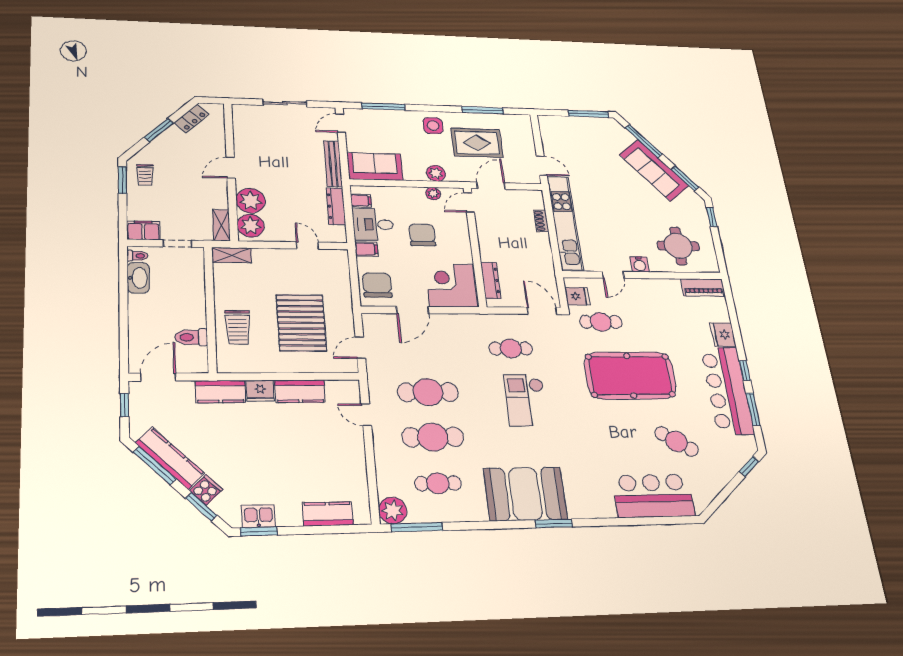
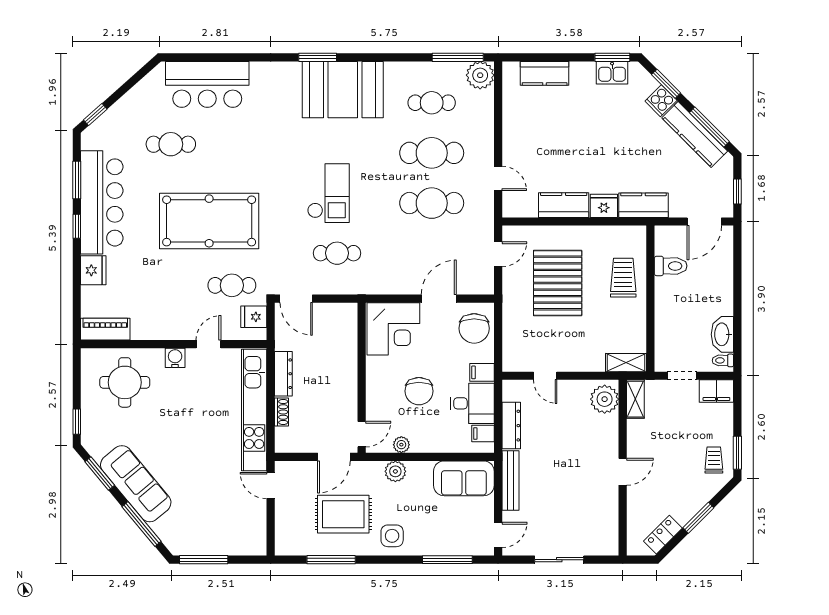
plant: (250, 201) -> (603, 430), removed
dresser: (491, 280) -> (283, 374), moved, turned 180
cafe table: (677, 441) -> (171, 144), turned -32

